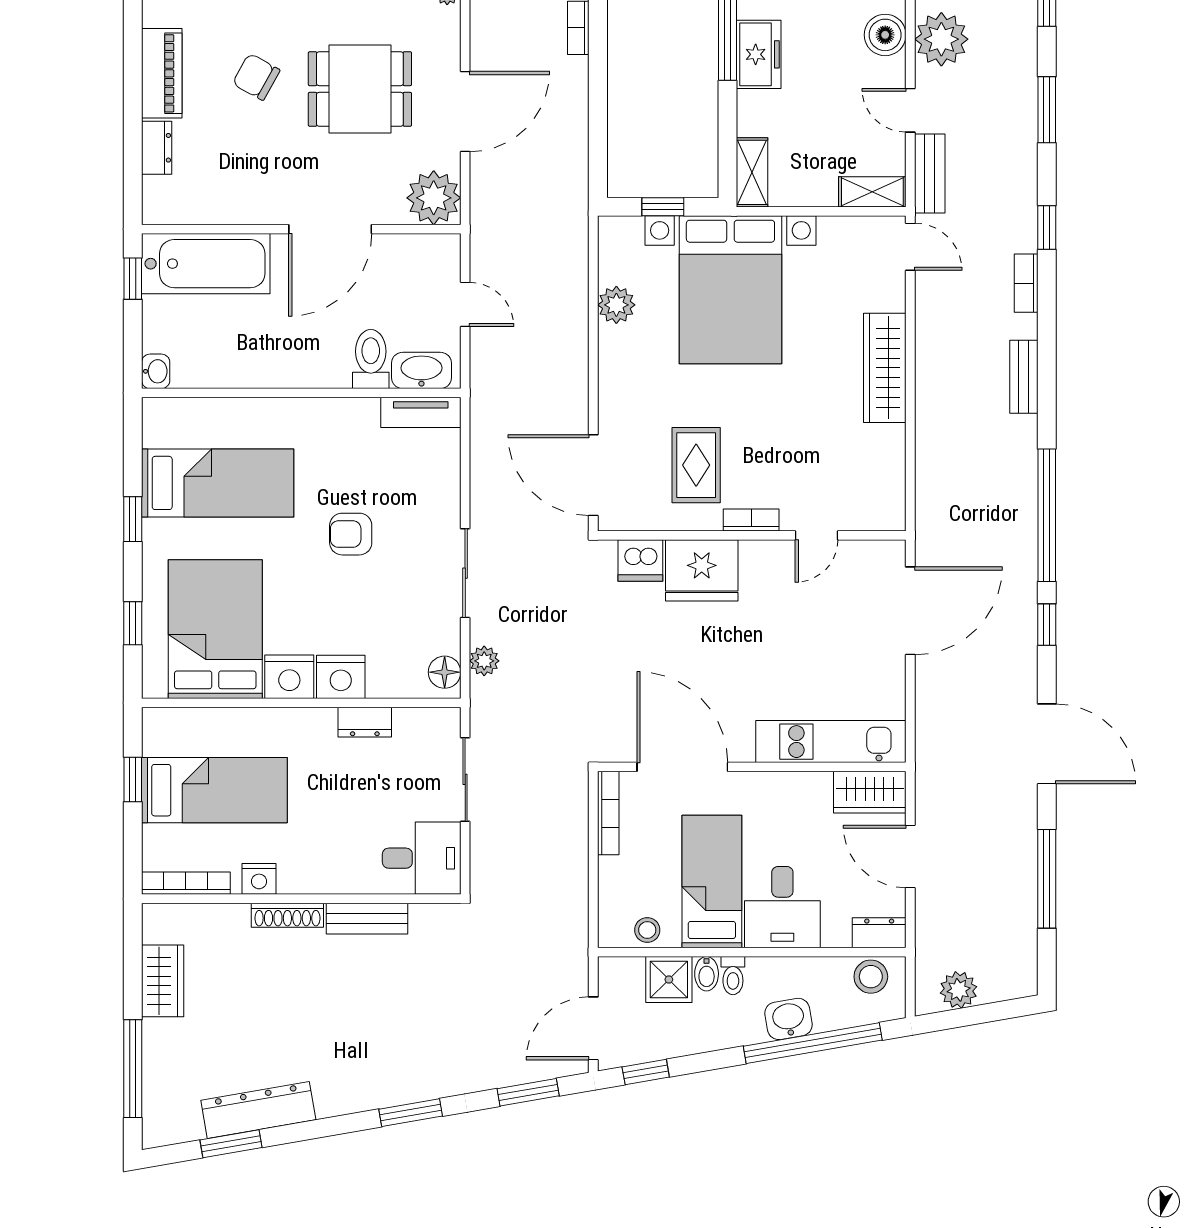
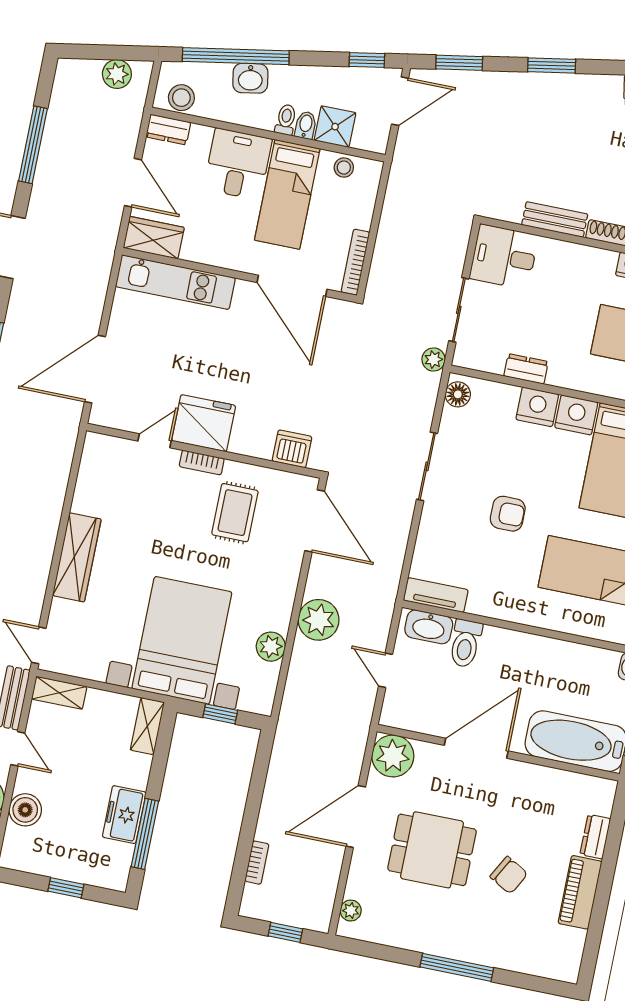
plant: (563, 351) -> (319, 620), added
fridge: (702, 570) -> (204, 423), moved
plant: (484, 661) -> (434, 359), moved

